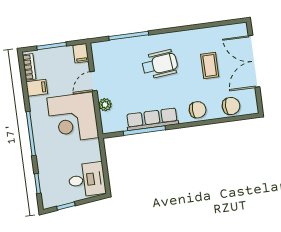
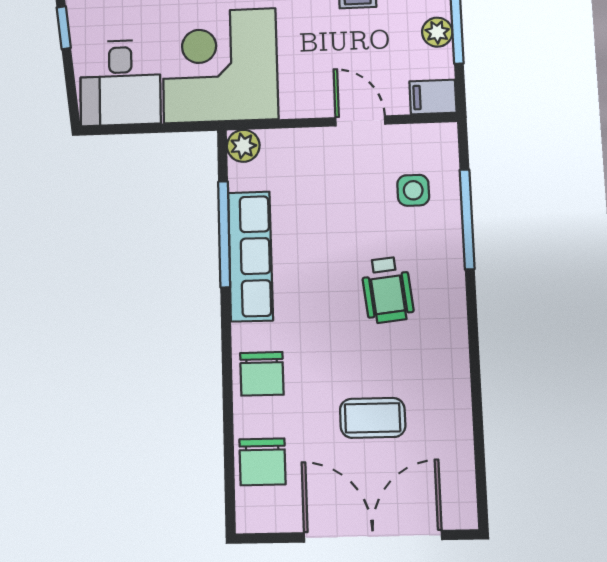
plant: (54, 54) -> (437, 32), added
side table: (119, 58) -> (413, 190), added
wheelchair: (160, 64) -> (387, 290), width x0.73, depth x0.73
plant: (105, 105) -> (243, 146), moved
corner desk: (73, 118) -> (220, 65), moved

